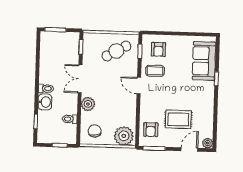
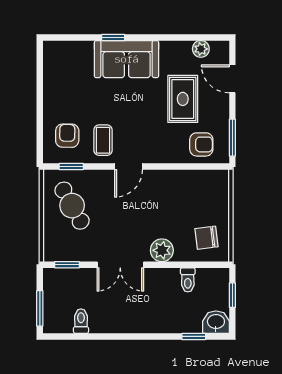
armchair: (158, 49) -> (67, 136), turned -89
sofa: (204, 61) -> (127, 59), moved
toilet: (46, 89) -> (81, 321), moved
washbasin: (45, 102) -> (216, 322), moved
plant: (124, 136) -> (213, 189), removed
plant: (208, 143) -> (201, 49), moved

